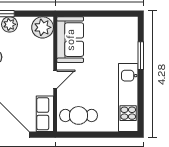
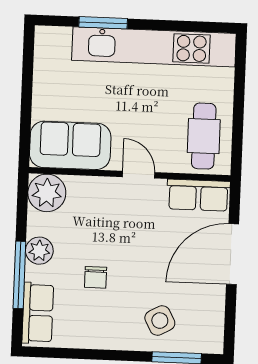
kitchen unit: (128, 97) -> (154, 47), width x1.36

